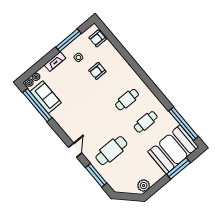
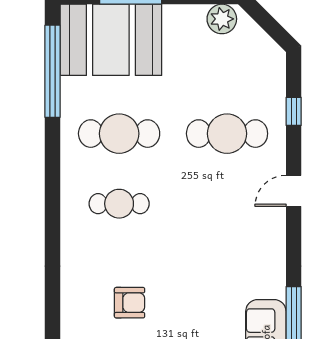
cafe table: (146, 122) -> (119, 134), width x1.37, depth x1.35
window: (96, 175) -> (294, 111), width x0.46

